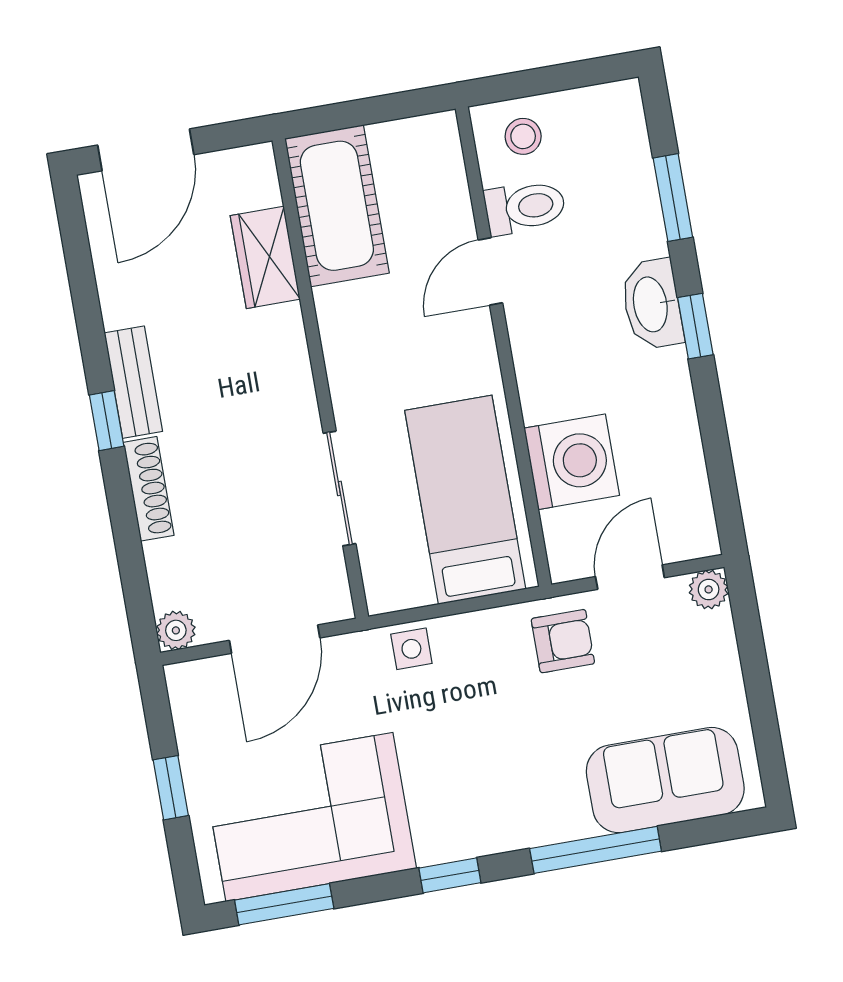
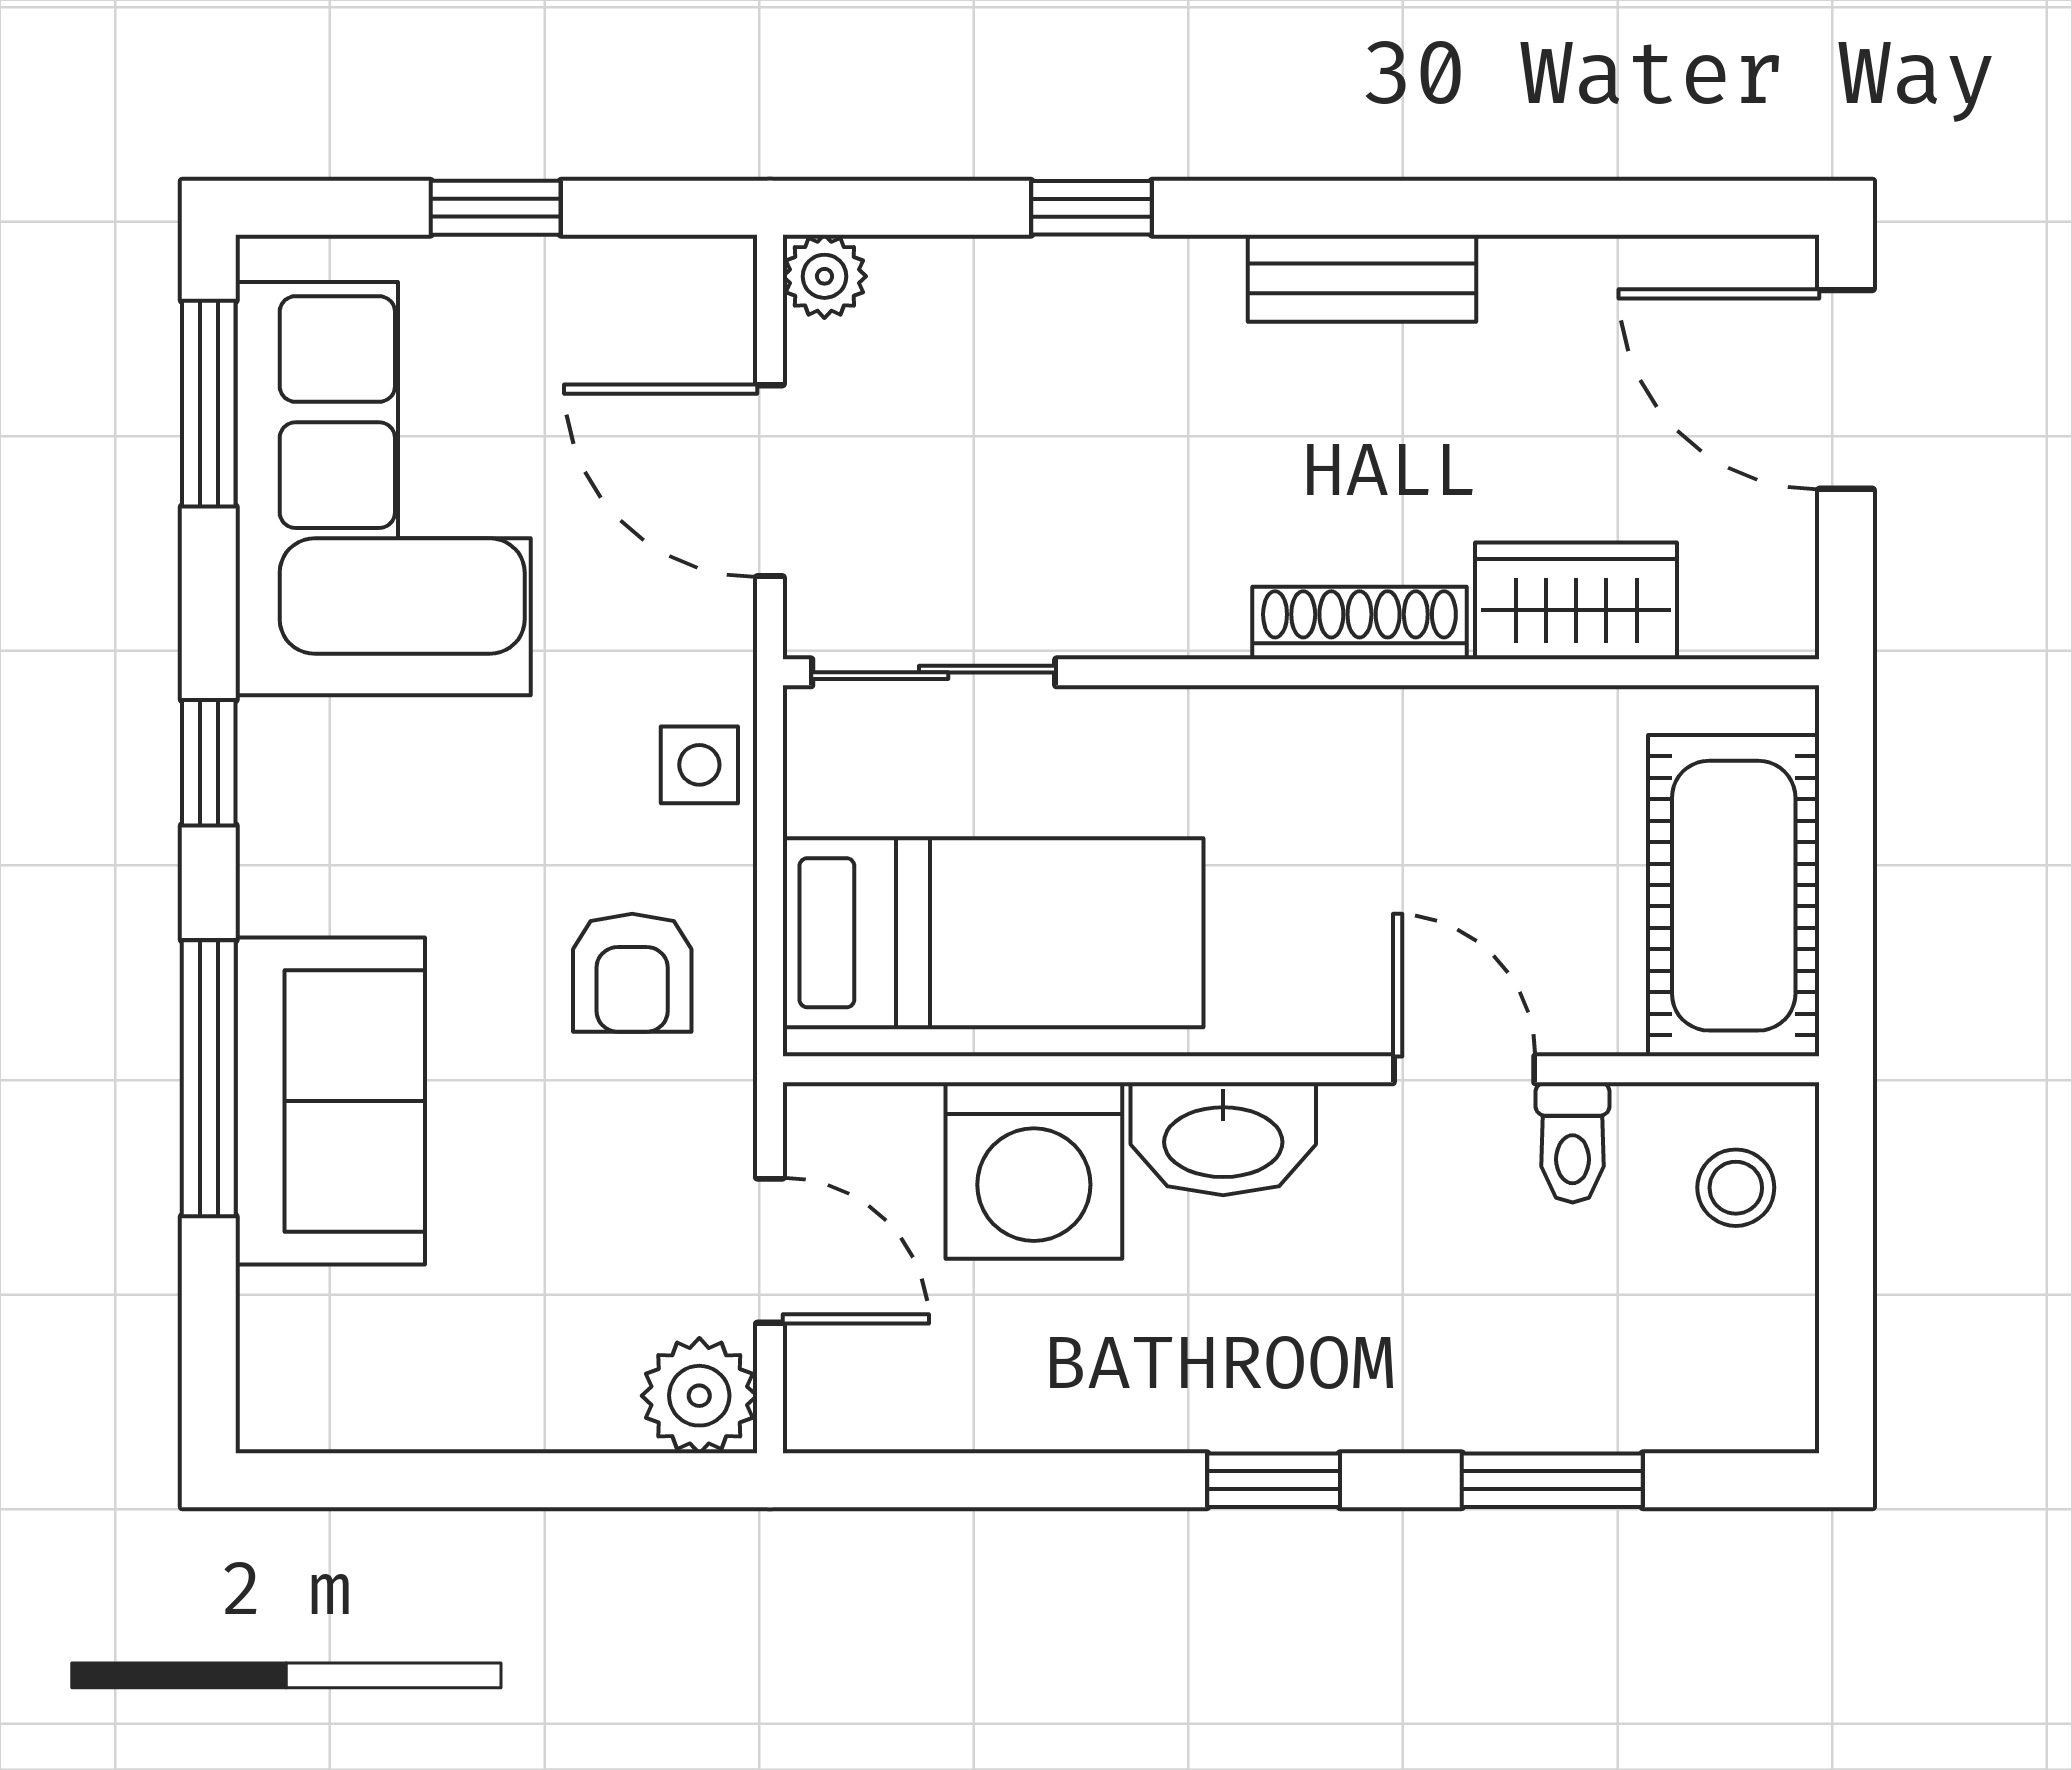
cot: (337, 206) -> (1734, 896), moved, turned 90
toilet: (525, 207) -> (1573, 1142), width x0.73, depth x0.72
washbasin: (652, 304) -> (1223, 1139), moved, turned 180
window: (107, 421) -> (1091, 208), moved
sliding door: (339, 488) -> (934, 672), moved
shoe rack: (149, 489) -> (1359, 623), moved, turned 180
plant: (709, 589) -> (699, 1396), width x1.38, depth x1.38
armchair: (563, 641) -> (632, 973), moved
sofa: (665, 780) -> (330, 1101), moved

